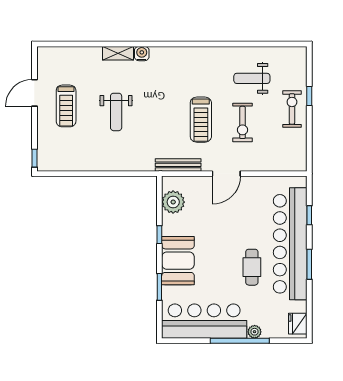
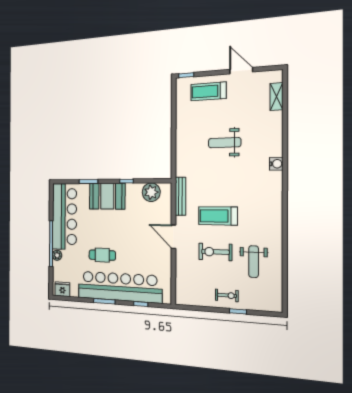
shelving: (118, 53) -> (276, 97), moved
weight bench: (252, 78) -> (254, 262), turned 180
treadmill: (66, 106) -> (208, 91), moved
exercise bike: (292, 109) -> (227, 295), width x0.73, depth x0.72

